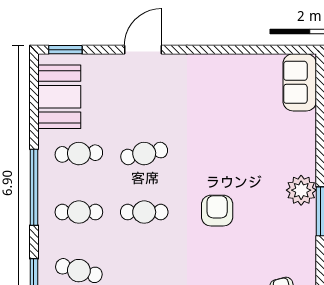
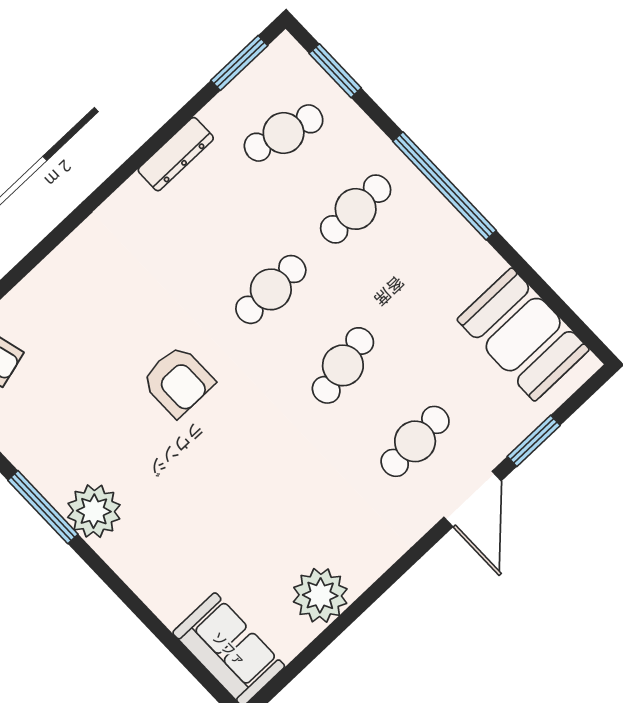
window: (65, 50) -> (534, 441), moved
plant: (242, 69) -> (320, 595), added
cafe table: (79, 154) -> (415, 441), moved

